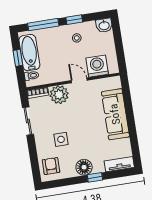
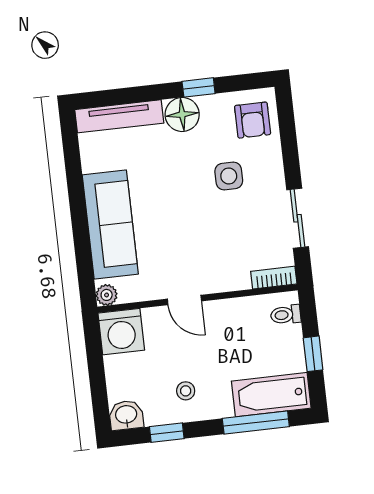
window: (74, 20) -> (167, 433), moved
bathtub: (29, 53) -> (271, 395), moved, turned 90
washing machine: (97, 66) -> (121, 332), moved
plant: (59, 95) -> (107, 295), moved, width x0.53, depth x0.53
tv unit: (119, 164) -> (119, 116), width x1.41
window: (95, 177) -> (199, 87), moved

